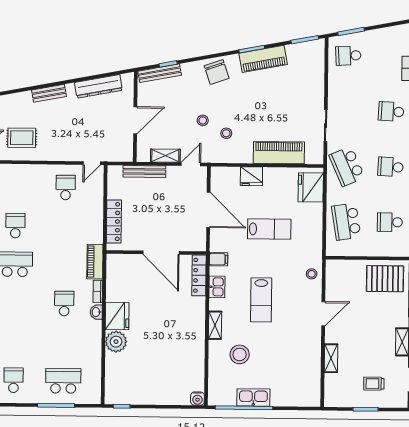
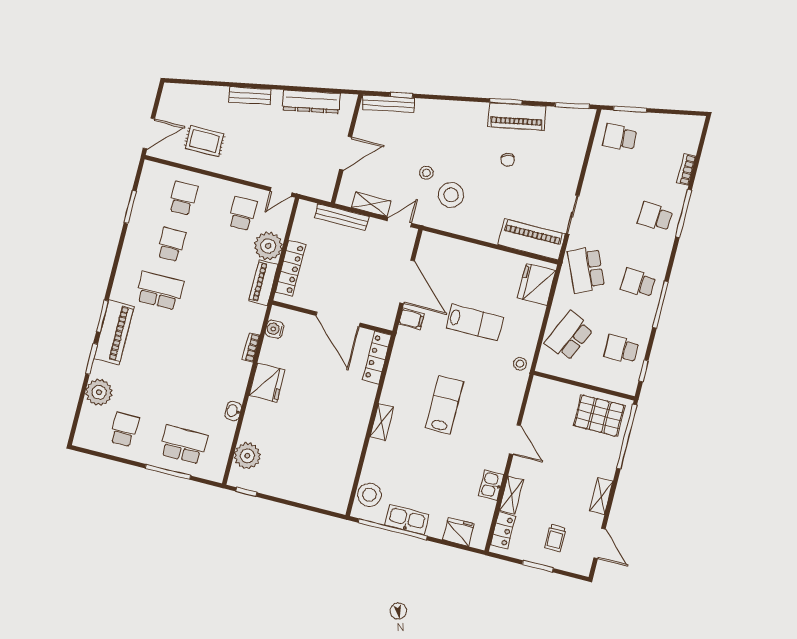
chair: (217, 72) -> (508, 160), moved, width x0.54, depth x0.54
stool: (226, 133) -> (451, 195), width x1.89, depth x1.89
piano: (279, 153) -> (531, 239), moved
fridge: (251, 176) -> (459, 532), moved, turned 180
plant: (92, 208) -> (268, 246), added
school desk: (346, 222) -> (569, 336), turned 33
filing cabinet: (219, 259) -> (411, 319), moved
piano: (95, 262) -> (263, 283), moved
stool: (312, 274) -> (520, 364), moved
kitchen sink: (217, 287) -> (491, 485), moved, turned 180
lab bench: (261, 300) -> (444, 405), turned 180
school desk: (64, 303) -> (183, 198), moved
washbasin: (96, 312) -> (233, 411), moved
door: (323, 314) -> (515, 440), hinge flipped
plant: (116, 342) -> (247, 456), moved
stool: (240, 354) -> (369, 495), moved
trolley: (374, 384) -> (555, 538), turned -90
locker: (331, 388) -> (503, 531), added
water cooler: (197, 399) -> (275, 329), moved, turned 90

